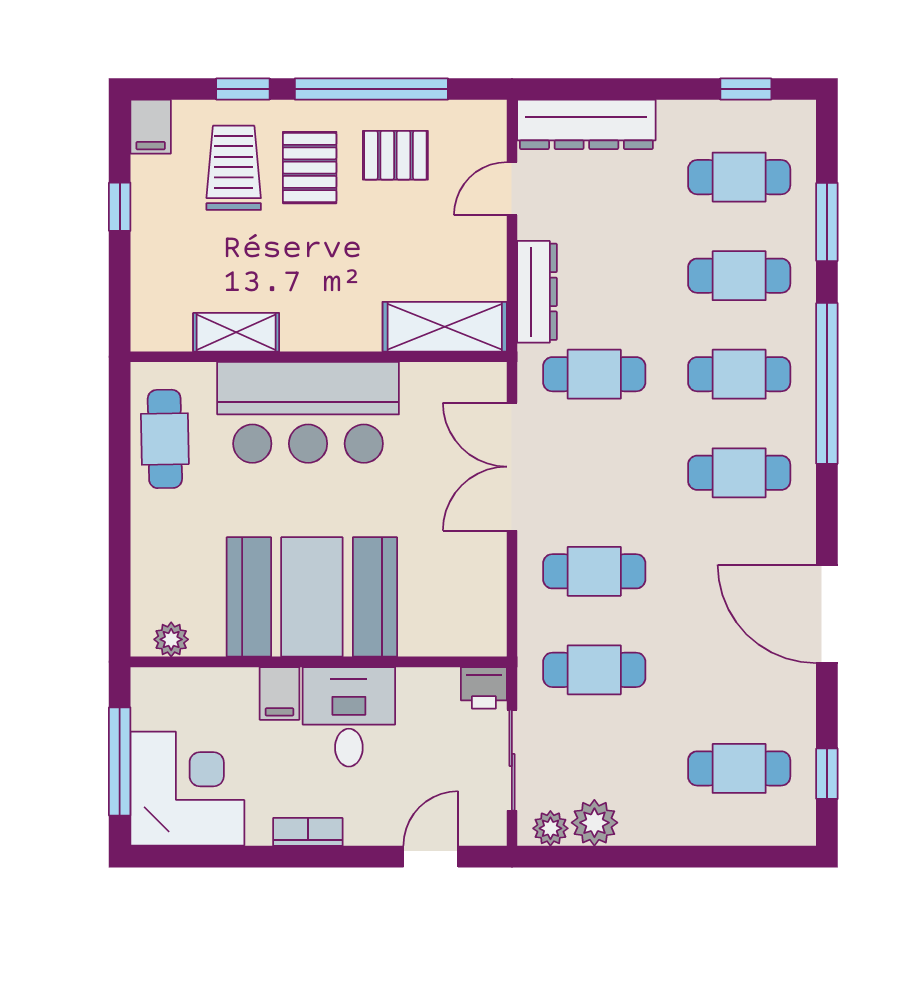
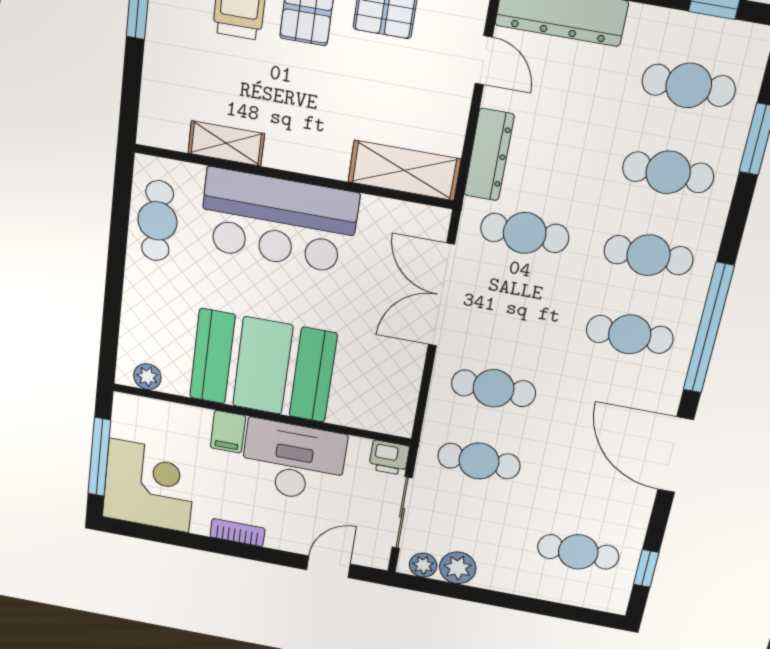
door: (512, 189) -> (484, 60), swing flipped
window: (827, 383) -> (708, 328), moved
desk: (349, 717) -> (293, 461), width x1.37

